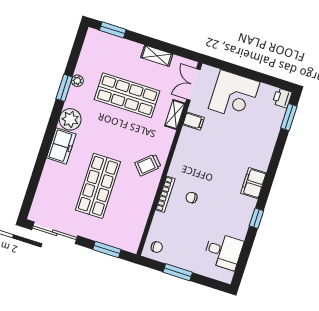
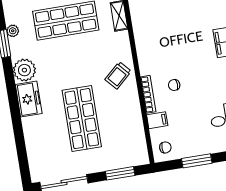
filing cabinet: (194, 121) -> (157, 120), moved

